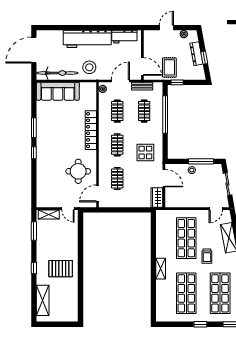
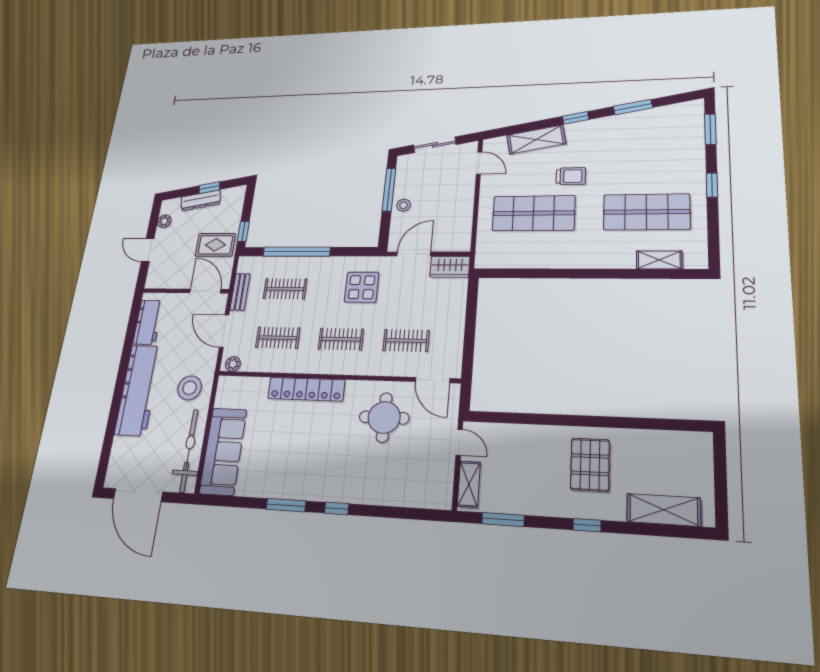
door: (142, 66) -> (205, 291), hinge flipped
door: (68, 209) -> (459, 442), hinge flipped
shelving: (161, 269) -> (659, 260), moved
shop shelf: (220, 293) -> (646, 151), removed

